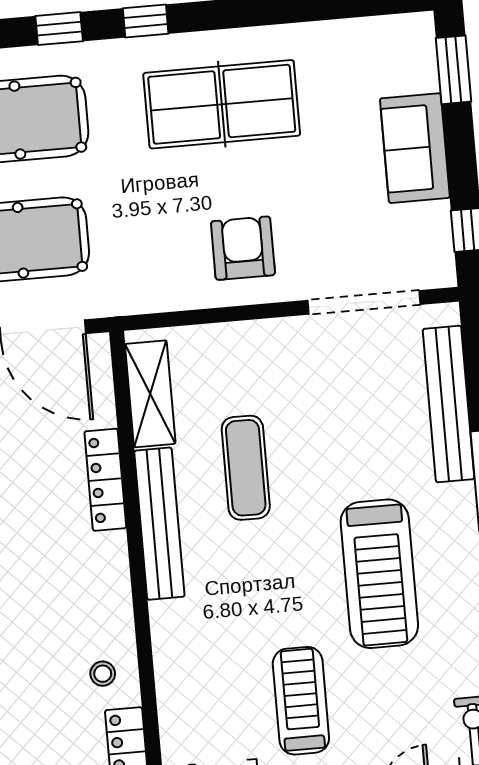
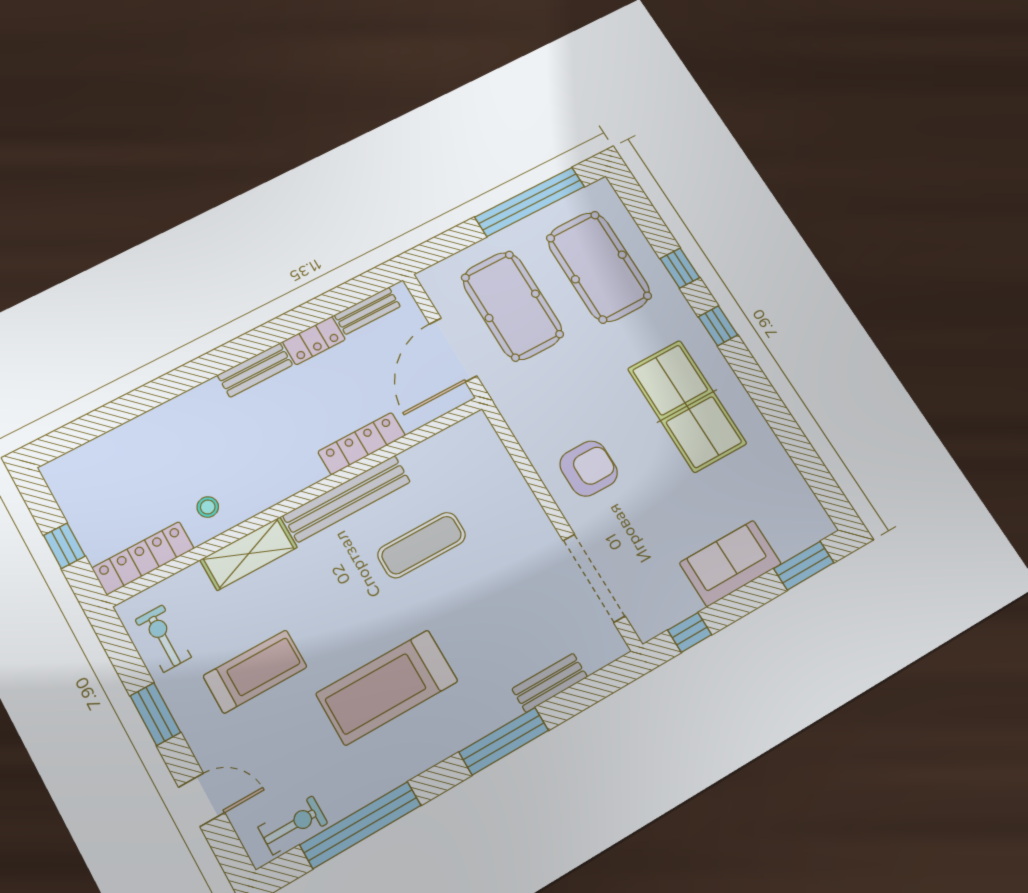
shelving: (150, 394) -> (249, 554), moved
bench: (449, 404) -> (550, 683), width x0.54, depth x0.82

